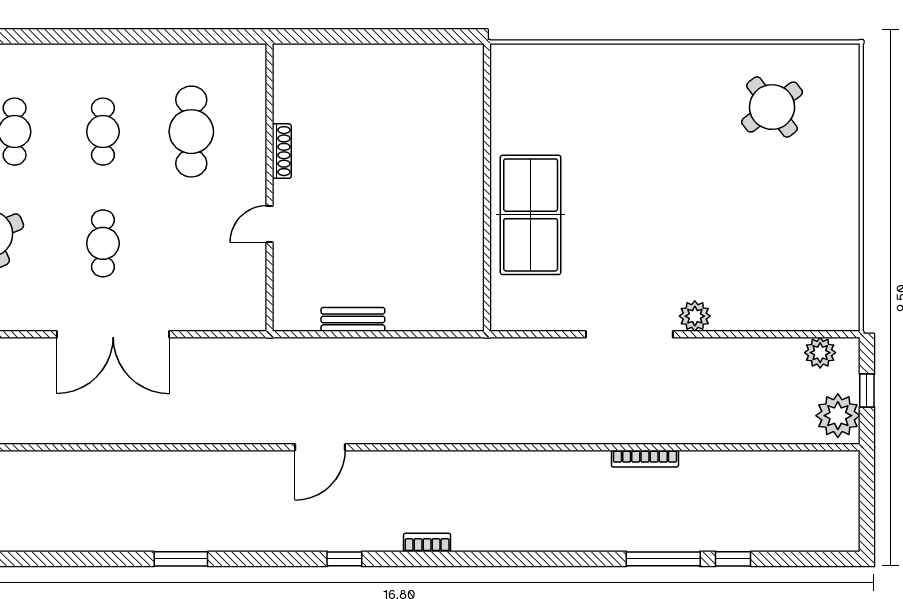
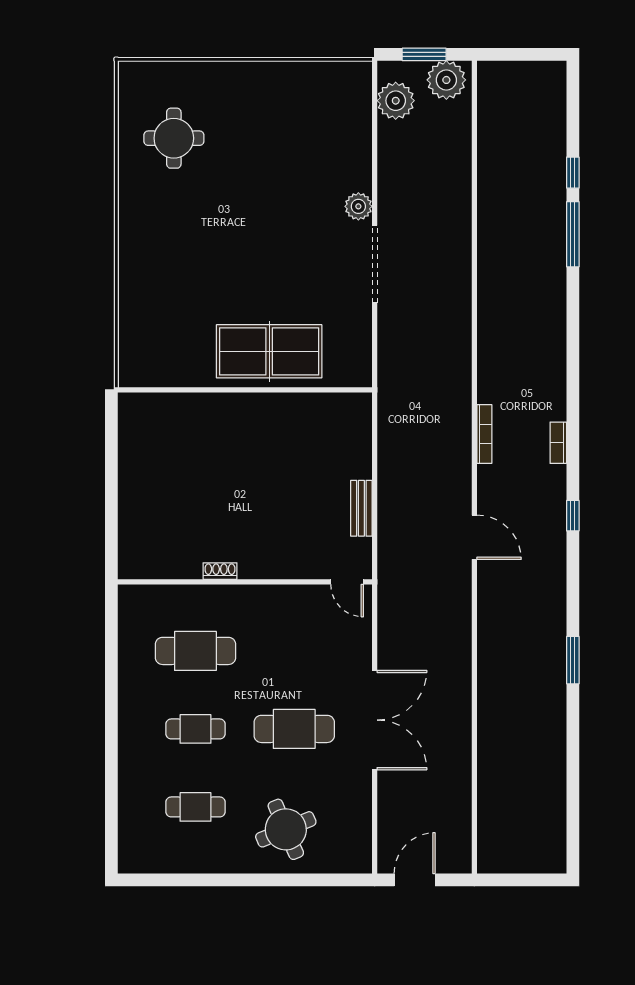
round table: (772, 107) -> (174, 138), turned 37
shoe rack: (282, 151) -> (220, 571), width x0.70
door: (270, 224) -> (347, 582), moved
cafe table: (103, 243) -> (294, 729), width x1.37, depth x1.35
plant: (820, 353) -> (396, 101), width x1.36, depth x1.36
window: (867, 391) -> (424, 54), width x1.50
bookcase: (645, 459) -> (484, 434), moved

